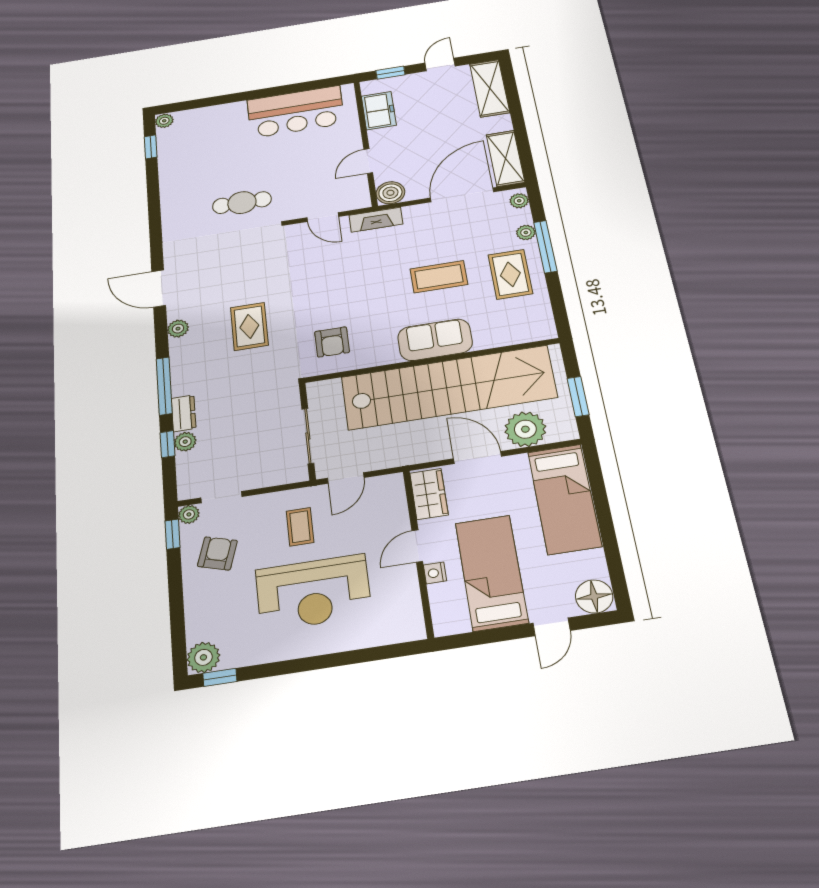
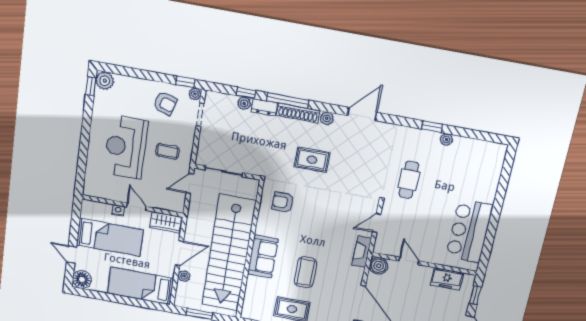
plant: (164, 121) -> (446, 140), moved
window: (151, 147) -> (432, 127), moved
shoe rack: (180, 367) -> (298, 113), added
plant: (525, 429) -> (184, 276), width x0.53, depth x0.53
door: (346, 478) -> (190, 183), hinge flipped

